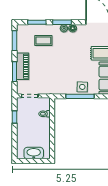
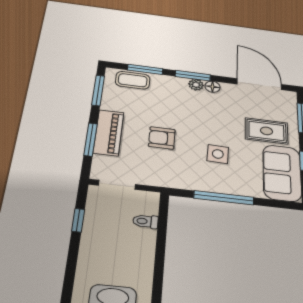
coffee table: (43, 41) -> (133, 80), moved
armchair: (49, 66) -> (162, 138), added
side table: (82, 87) -> (218, 154), moved

